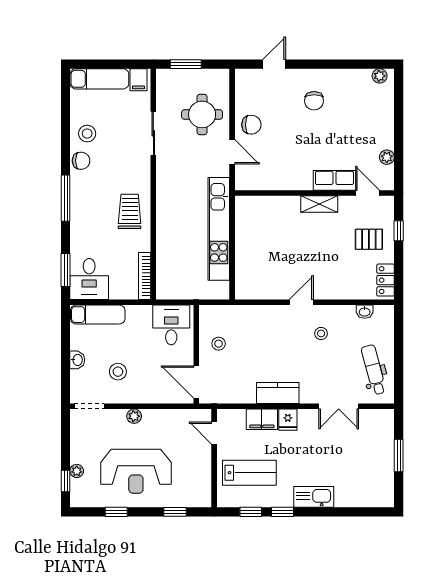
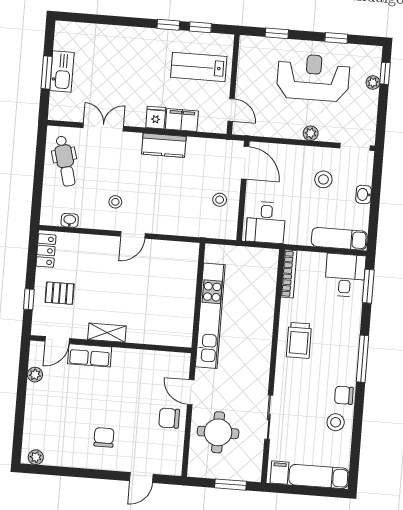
door: (368, 193) -> (57, 340), hinge flipped
kitchen sink: (314, 497) -> (62, 72), moved, turned -90

